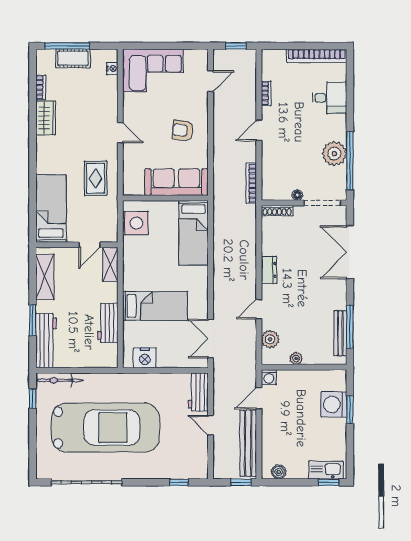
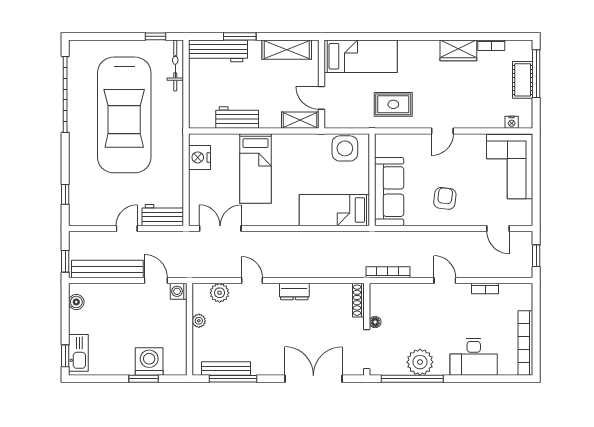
desk: (330, 98) -> (474, 357), width x1.37

